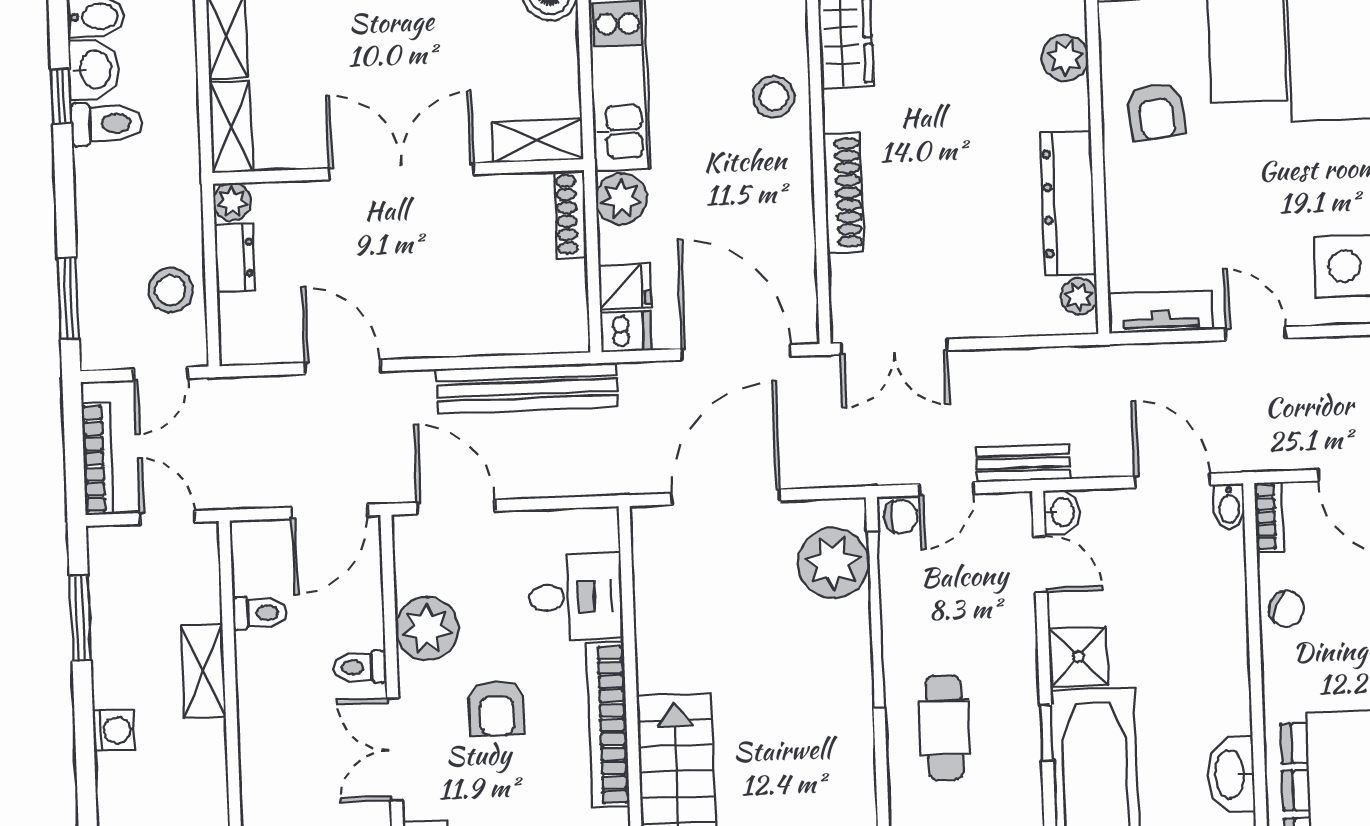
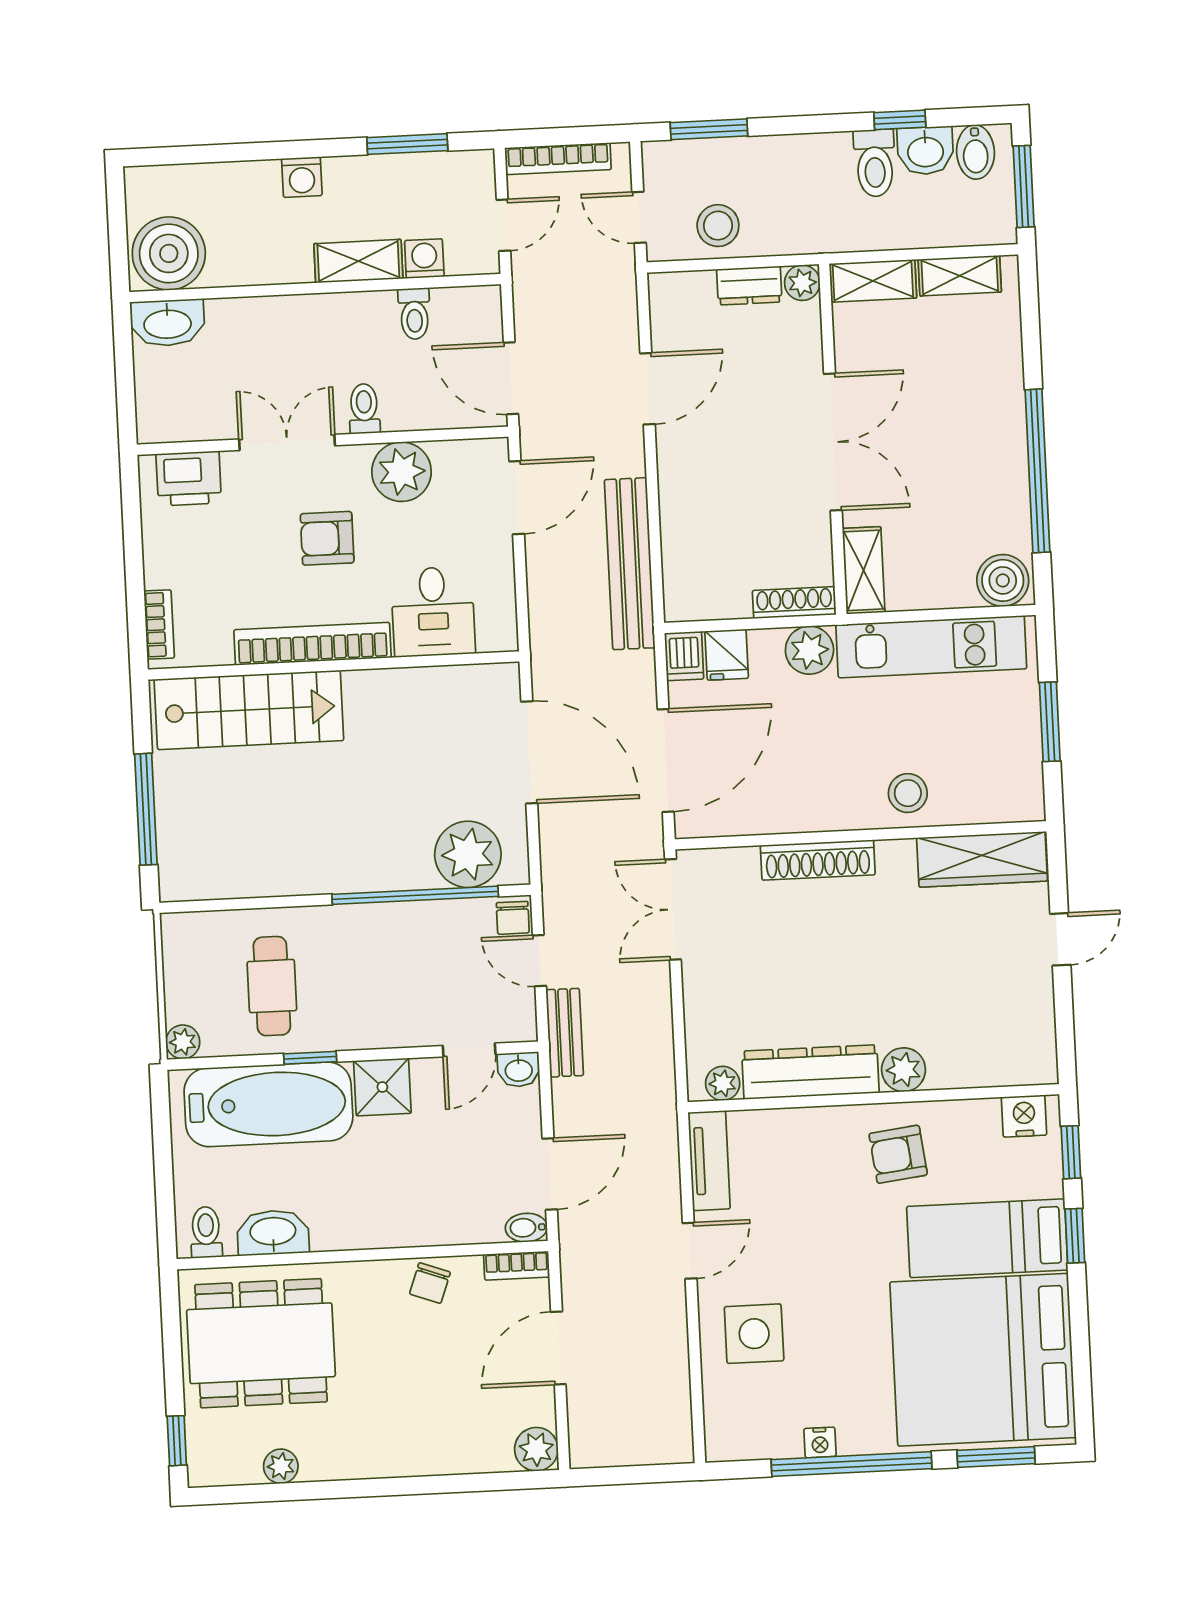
plant: (1065, 58) -> (904, 1070), moved
washing machine: (202, 602) -> (424, 259), added
cafe table: (945, 728) -> (272, 986), moved, turned 90

